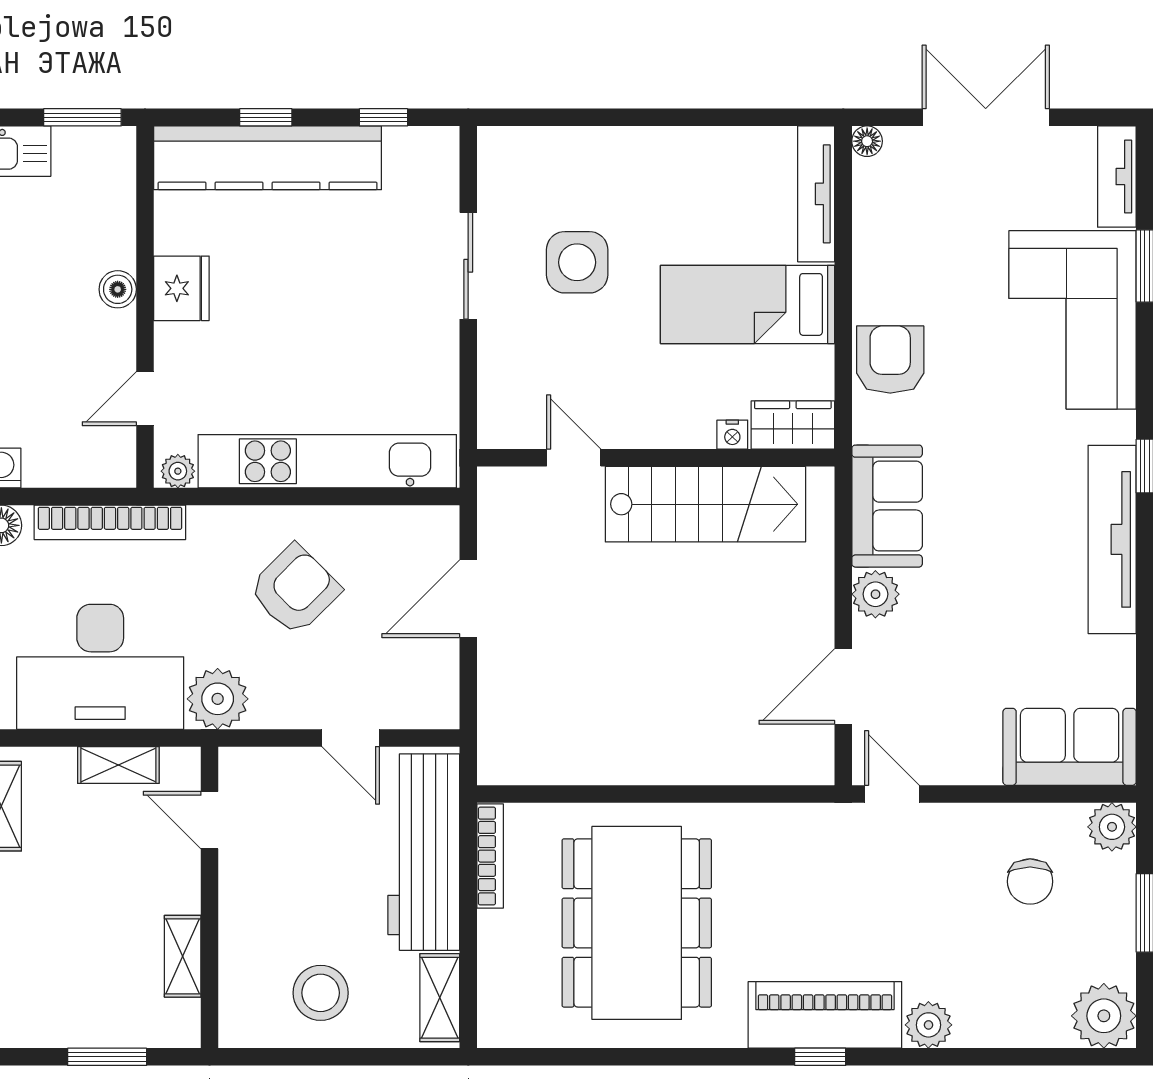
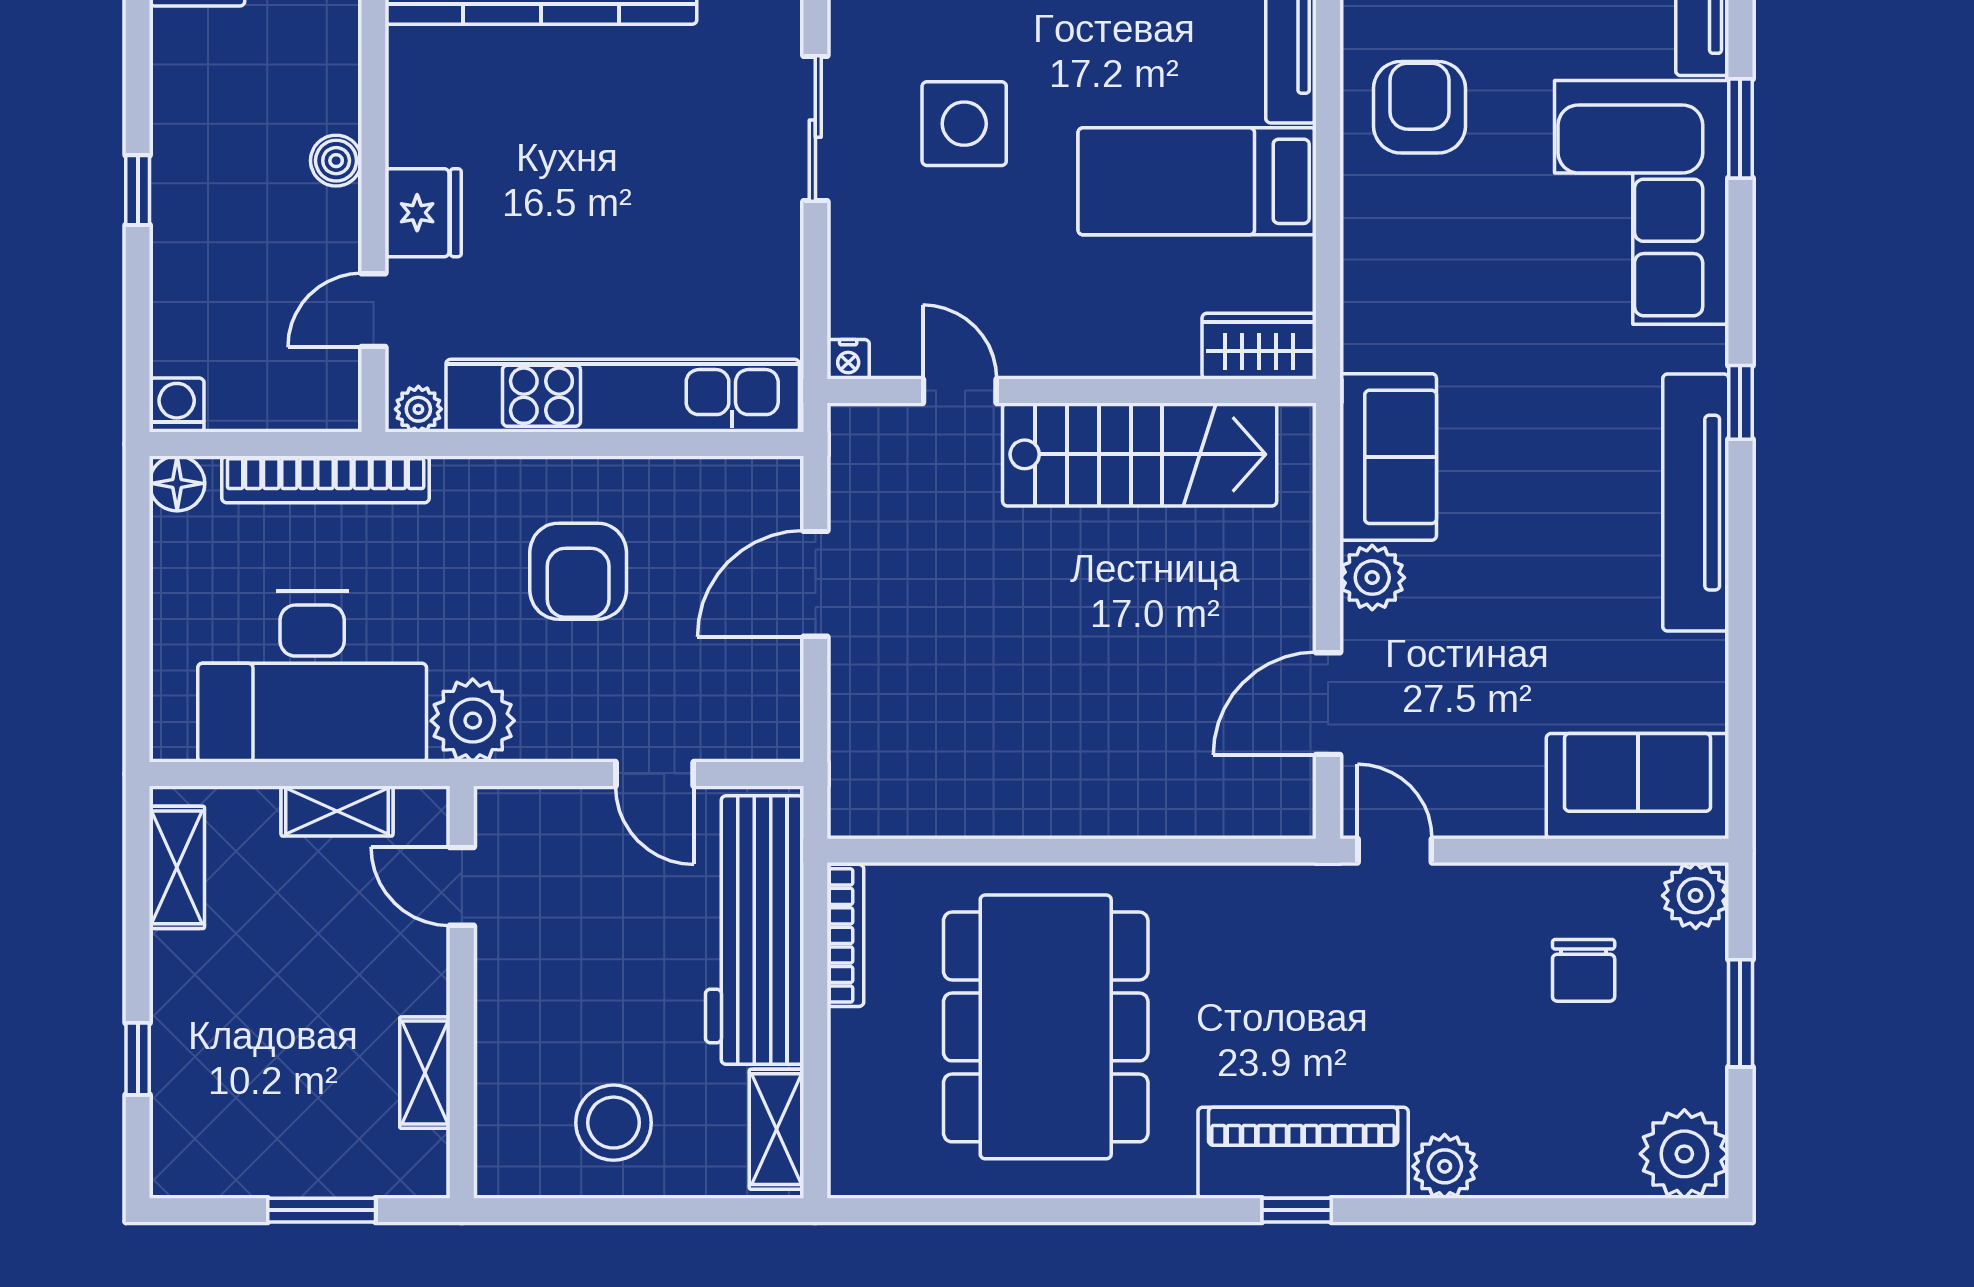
fridge: (181, 288) -> (423, 213), moved
armchair: (890, 360) -> (1420, 107), moved
nightstand: (732, 435) -> (848, 359), moved
armchair: (295, 590) -> (578, 571), turned 135

